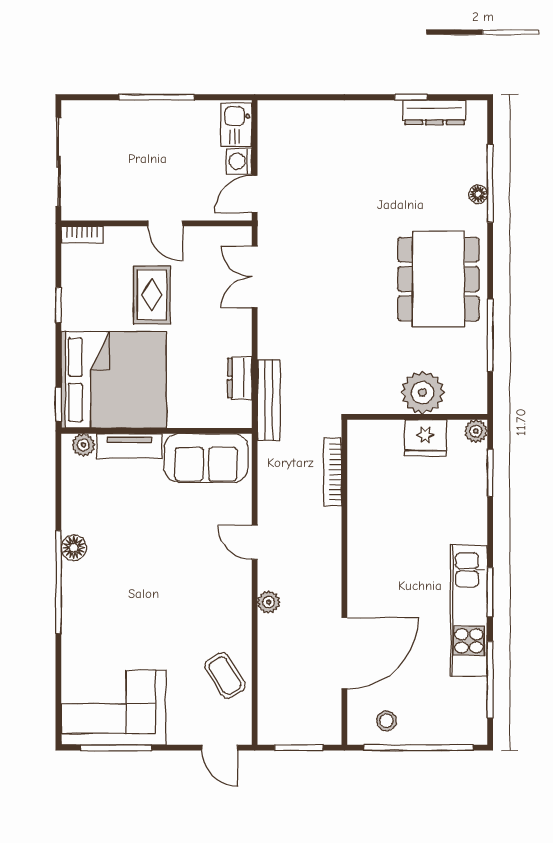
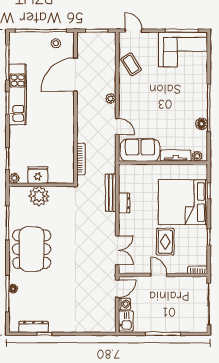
wall: (156, 431) -> (163, 163), moved
plant: (83, 445) -> (197, 156), moved
tv unit: (129, 446) -> (176, 156), moved
sofa: (206, 458) -> (140, 150), moved

